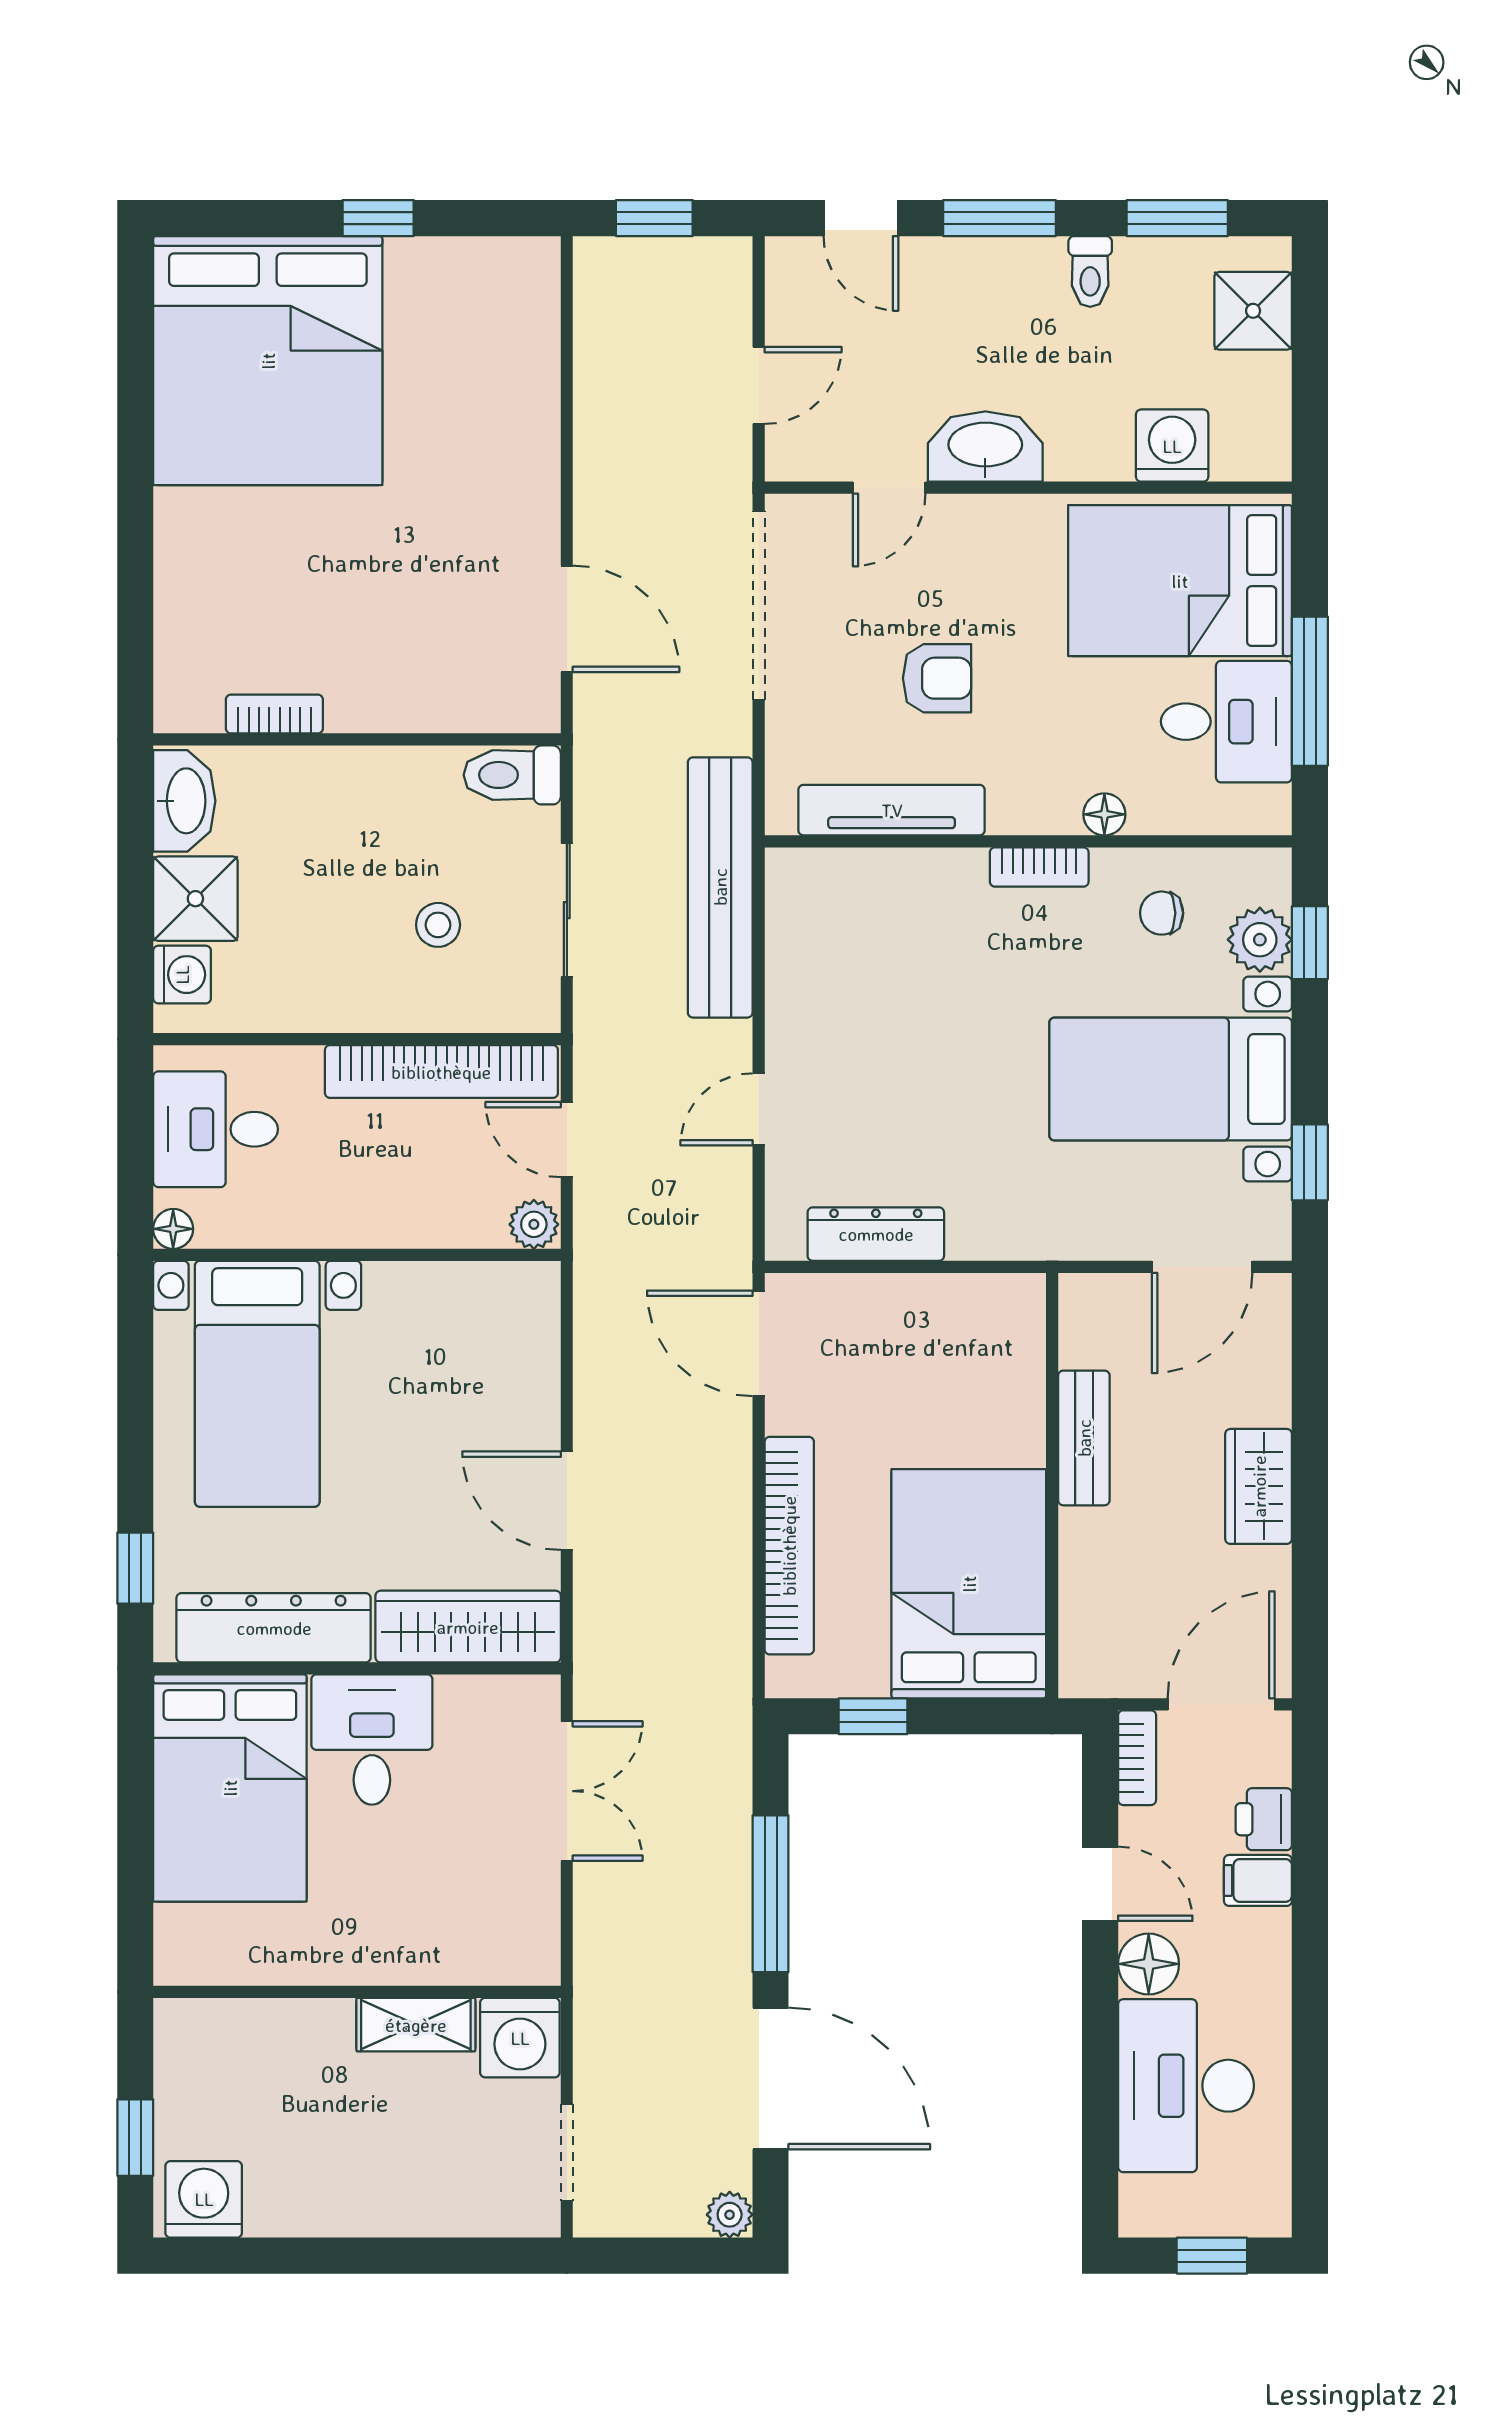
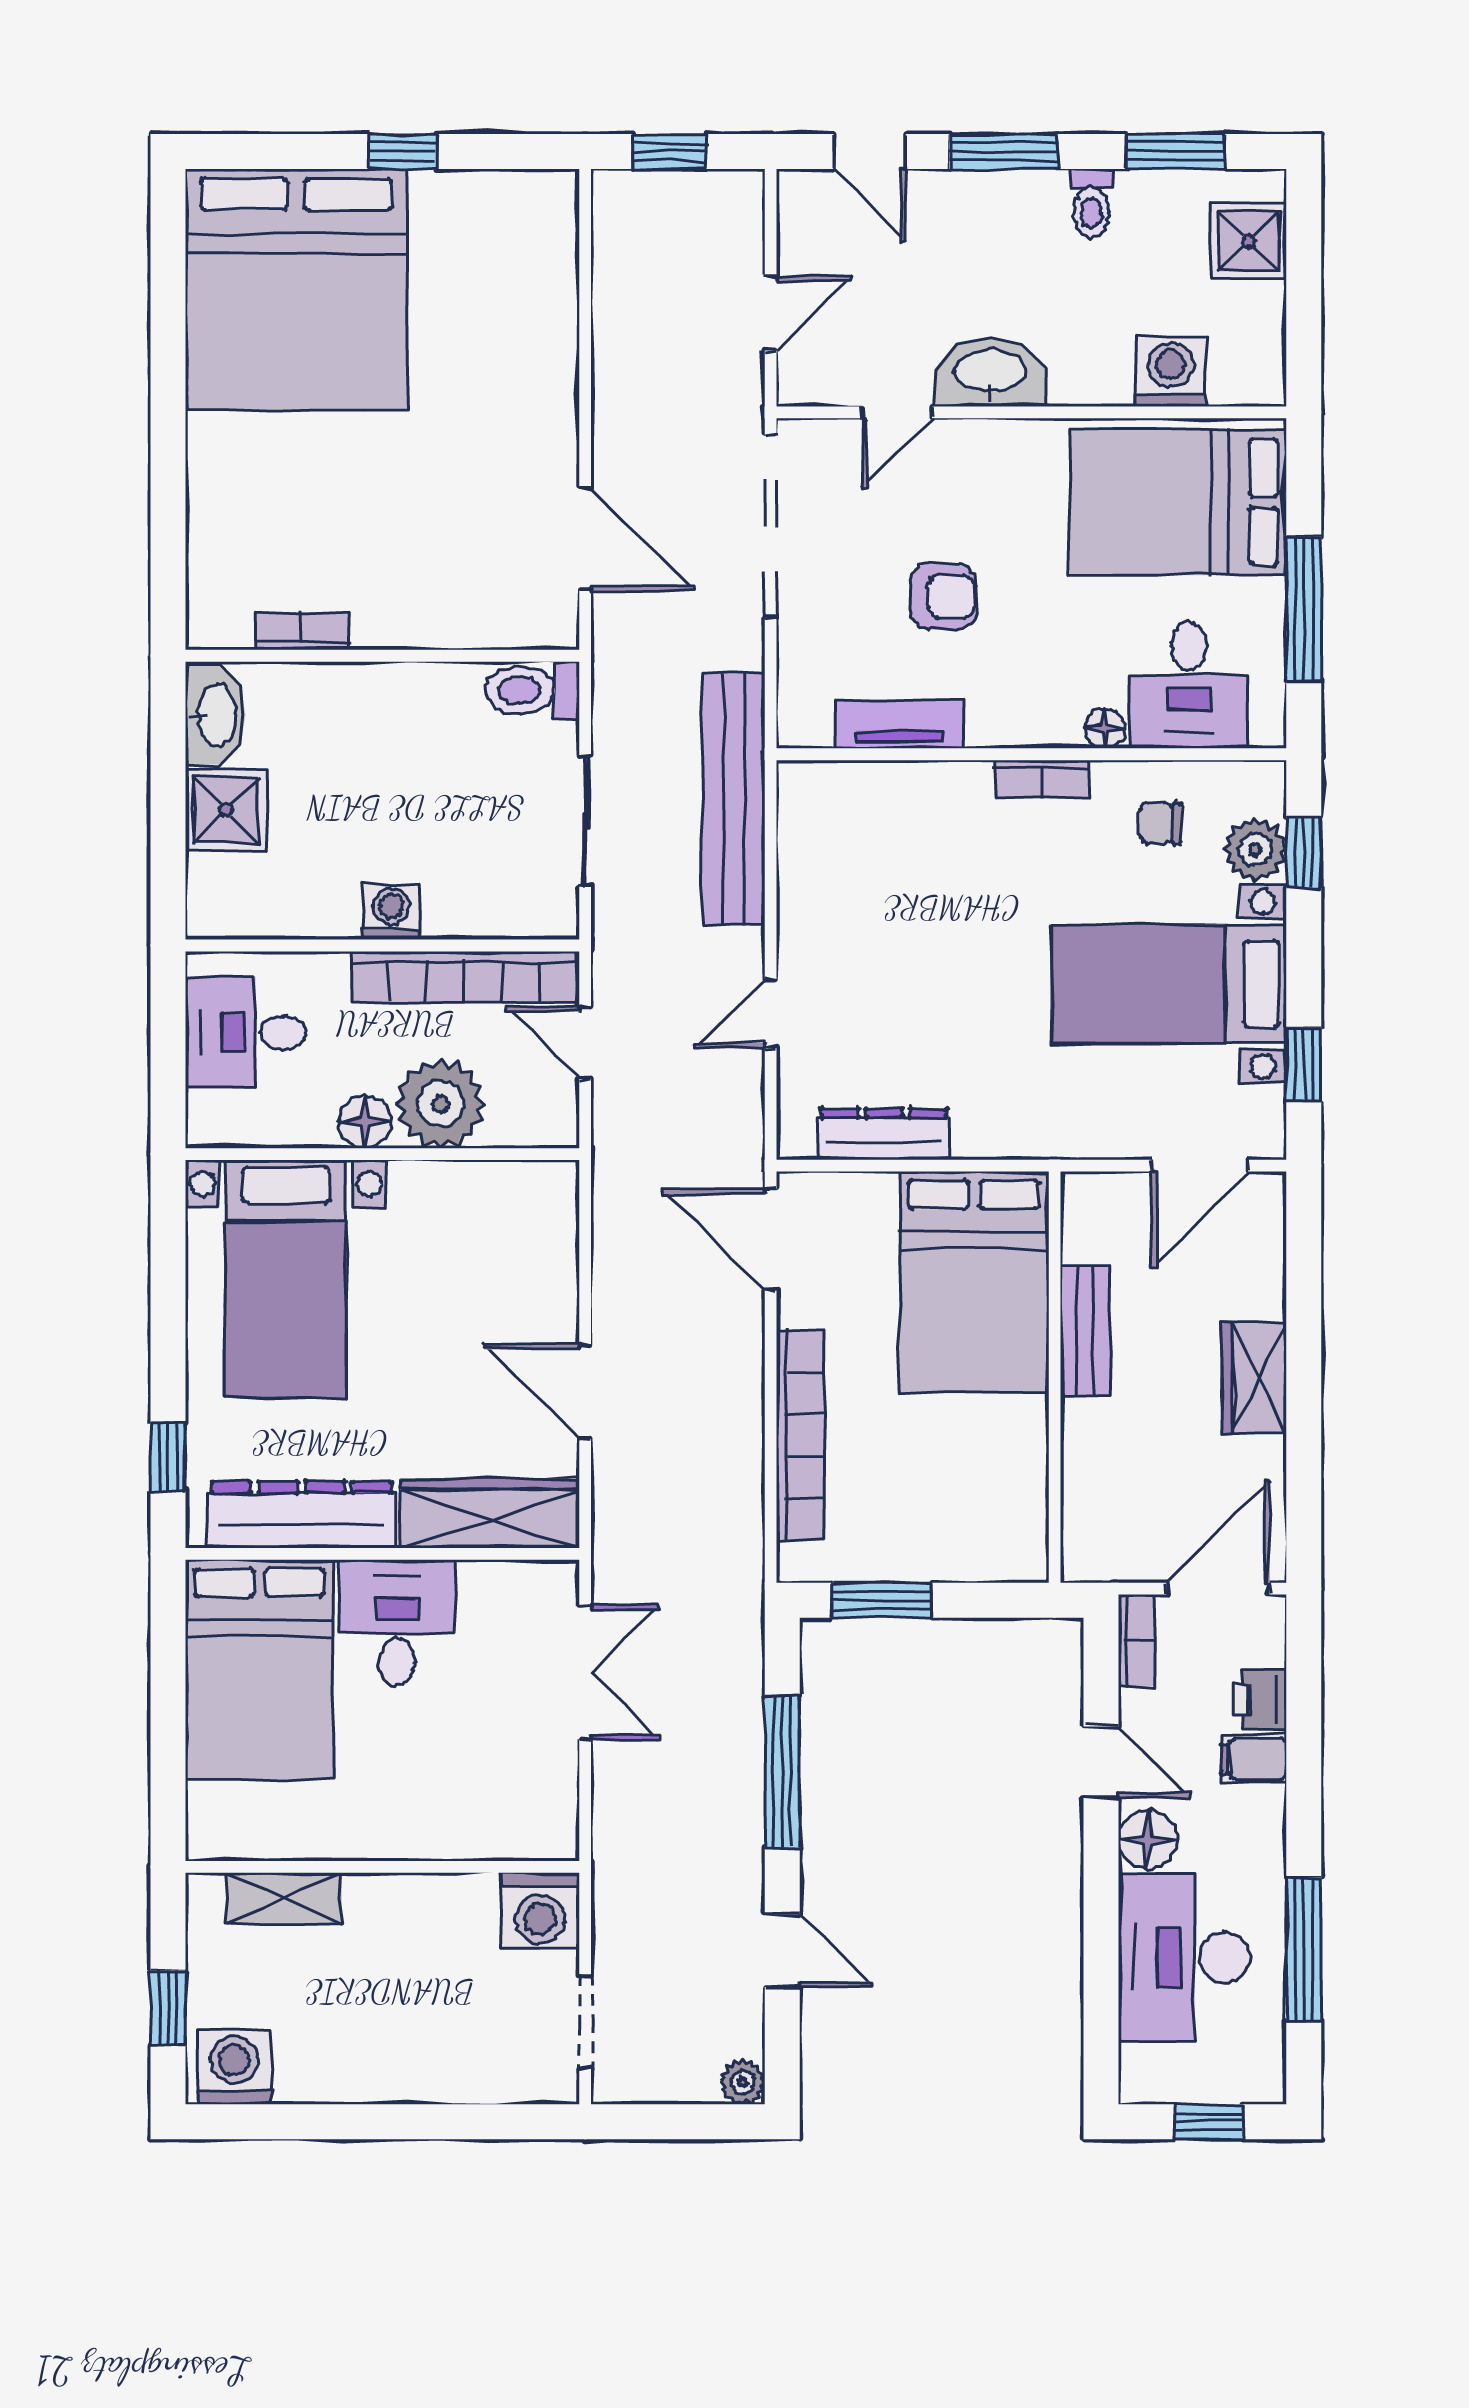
desk: (1226, 722) -> (1189, 685), moved, turned 90
tv unit: (892, 810) -> (899, 724), width x0.71
stool: (438, 925) -> (461, 835), removed
washing machine: (182, 975) -> (391, 912), moved, turned -90
plant: (534, 1224) -> (441, 1104), moved, width x1.87, depth x1.87
floor lamp: (173, 1229) -> (365, 1122), moved, width x1.37, depth x1.37
bed: (969, 1584) -> (974, 1282), moved, turned 180
window: (873, 1716) -> (881, 1600), width x1.50
shelving: (416, 2025) -> (284, 1899), moved
window: (1310, 2077) -> (1304, 1949), added
door: (771, 2079) -> (782, 1951), width x0.53

